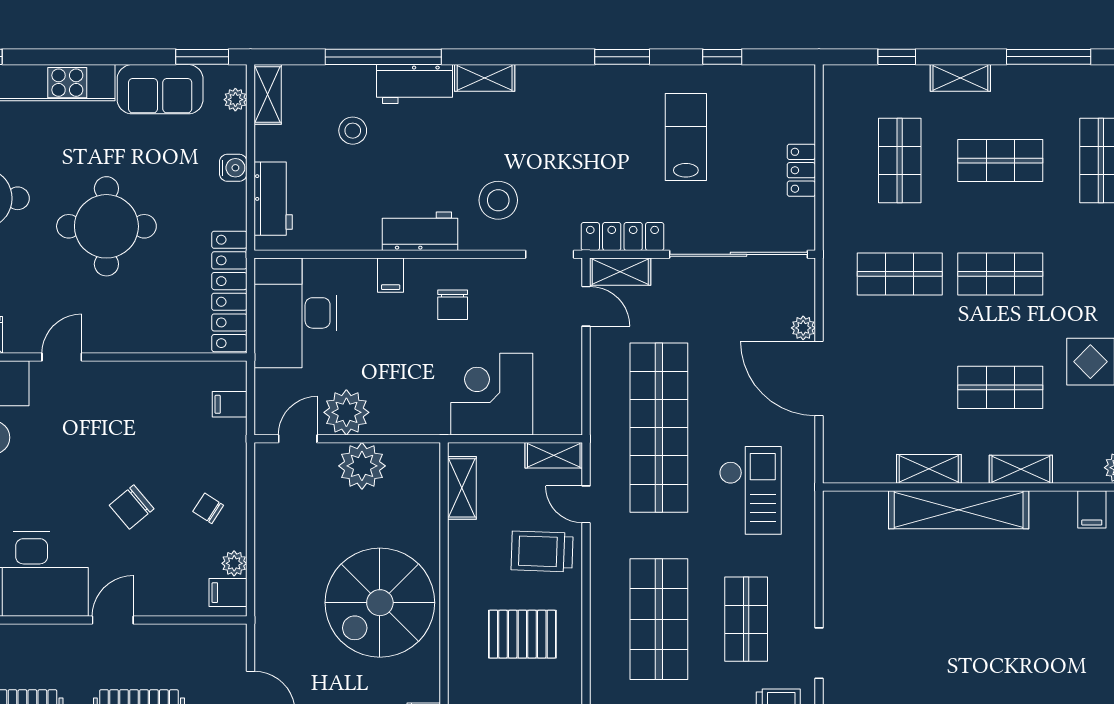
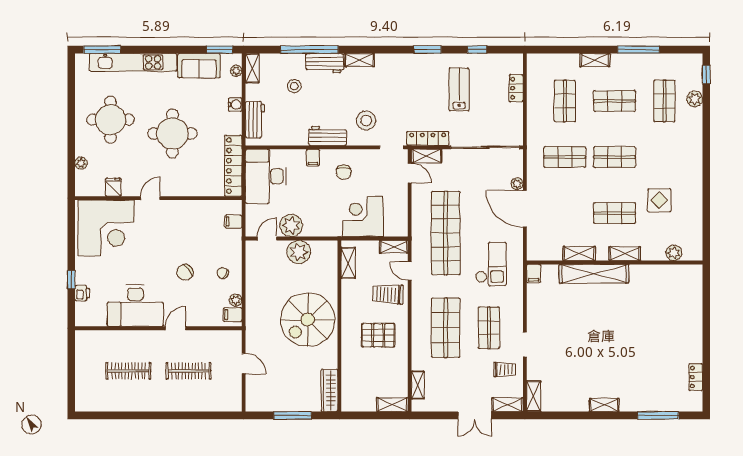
window: (897, 57) -> (563, 50), removed
locker: (801, 170) -> (516, 88), moved
filing cabinet: (1092, 509) -> (534, 274), moved

